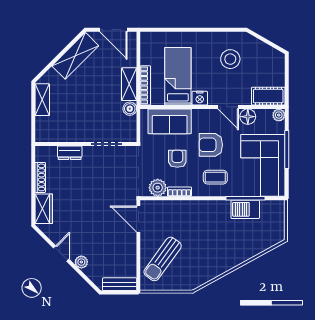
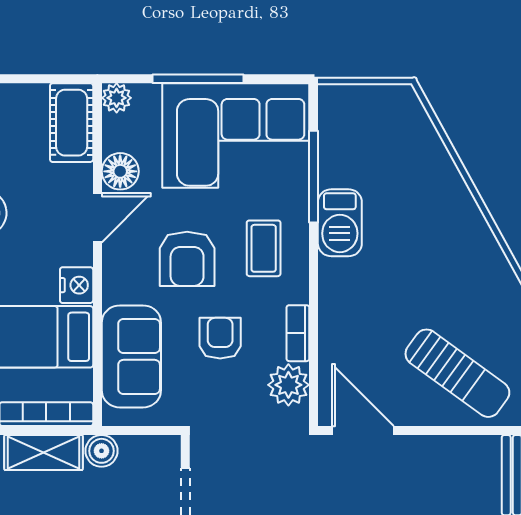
armchair: (177, 159) -> (220, 338), turned 90
barbecue: (245, 209) -> (340, 223), moved
door: (138, 219) -> (363, 430), swing flipped

